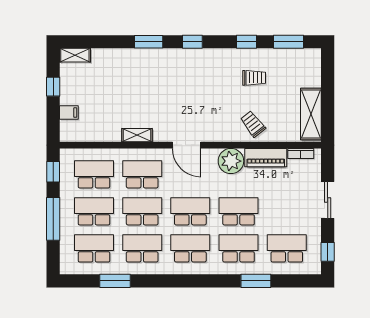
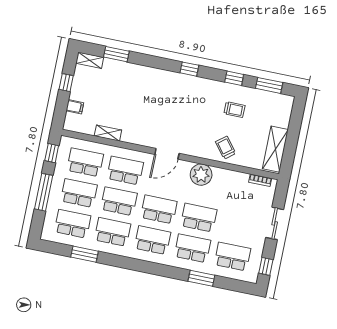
window: (149, 42) -> (116, 54), moved
shelving: (137, 135) -> (108, 133), moved
door: (187, 145) -> (167, 154), hinge flipped
piano: (266, 158) -> (230, 178), removed

